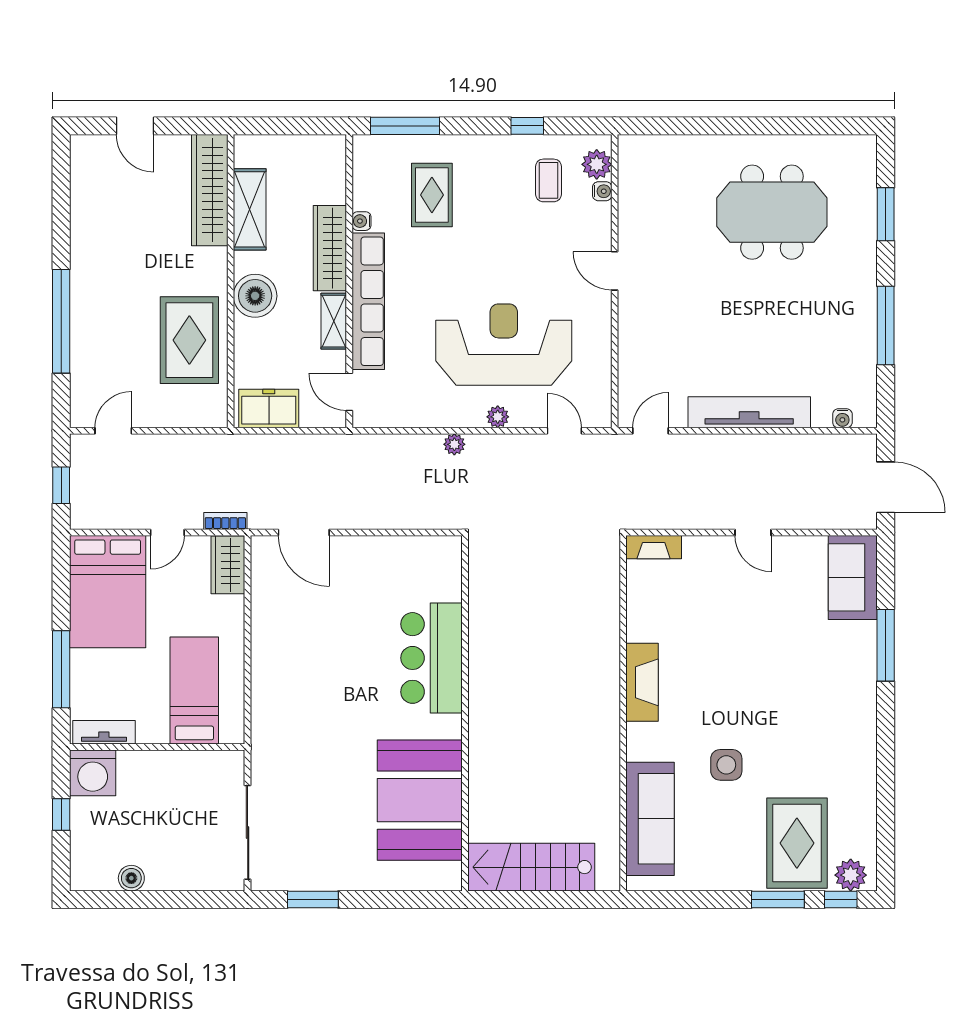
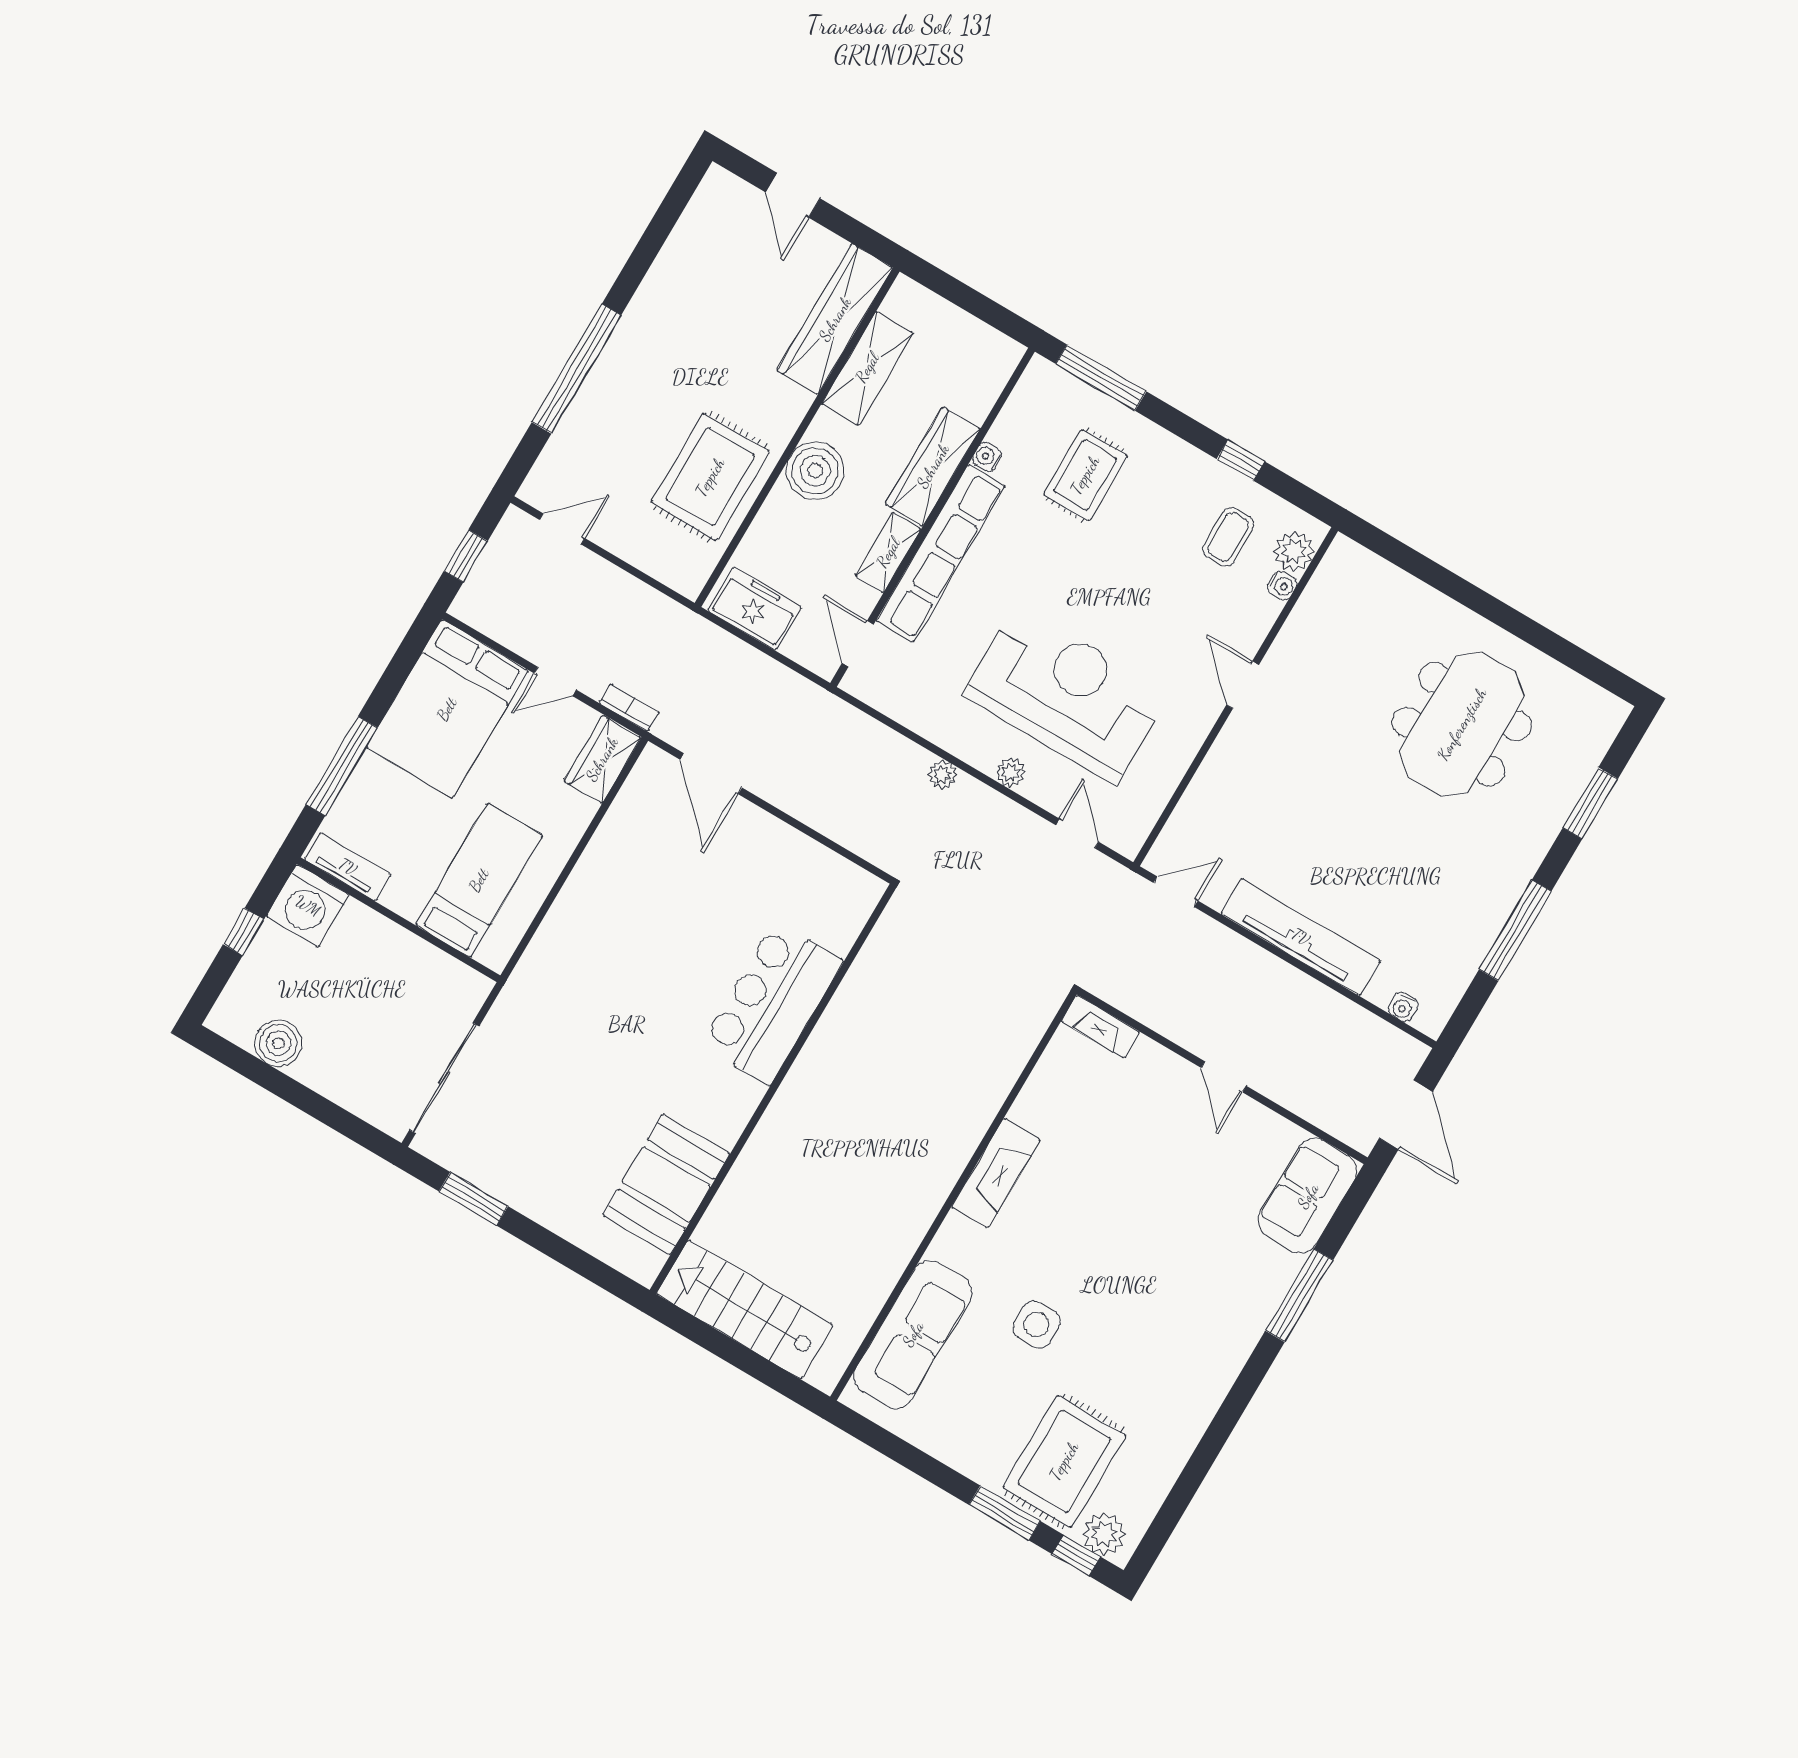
meeting table: (772, 212) -> (1462, 724), turned 90
booth: (420, 800) -> (666, 1184), width x0.73, depth x0.70
boiler: (131, 878) -> (278, 1043), width x1.36, depth x1.36

